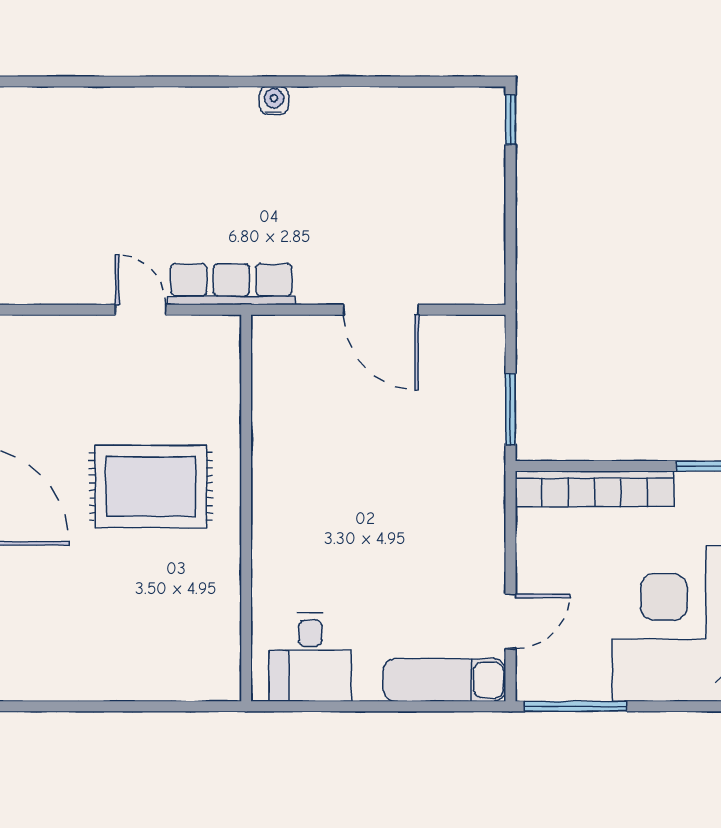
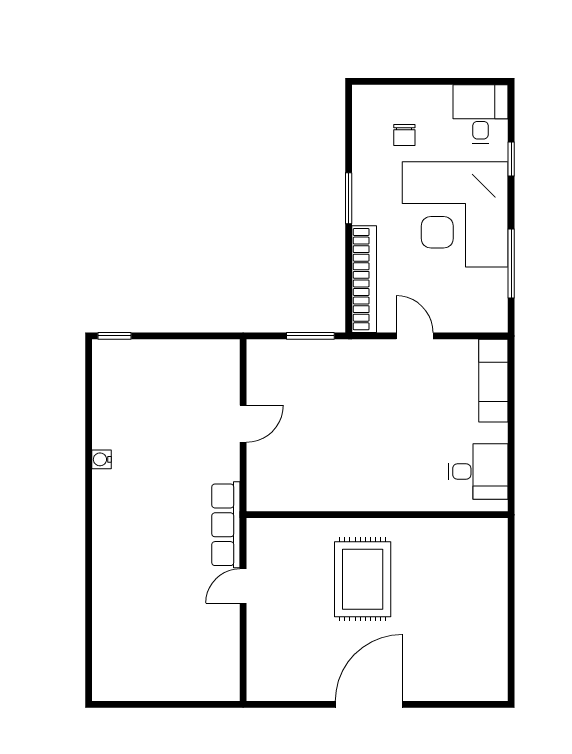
water cooler: (274, 100) -> (101, 459), moved
door: (381, 310) -> (243, 424), width x0.73
door: (511, 621) -> (415, 336), moved
window: (576, 706) -> (511, 264), moved

